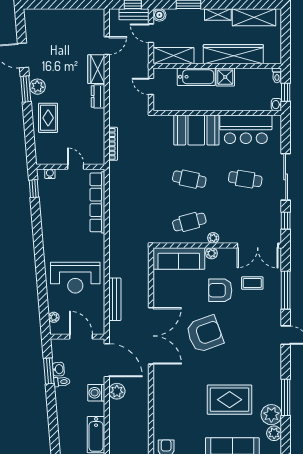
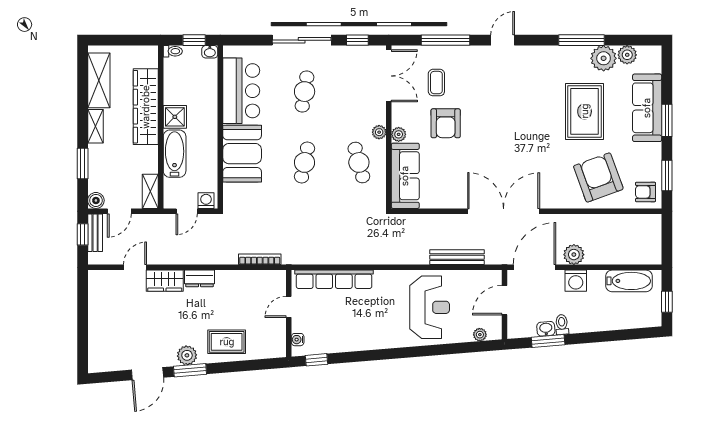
door: (107, 46) -> (135, 267), hinge flipped
shelving: (173, 56) -> (150, 191), width x0.67, depth x0.75
washing machine: (159, 102) -> (206, 201), added
armchair: (205, 334) -> (598, 177), moved

